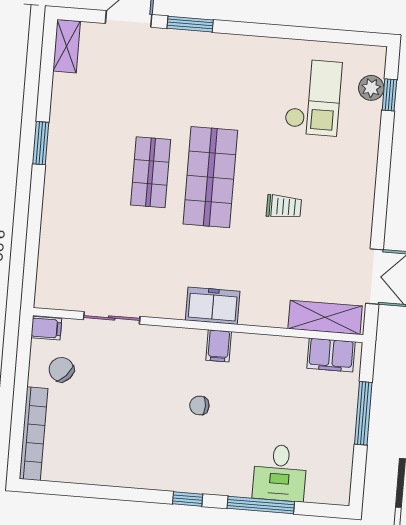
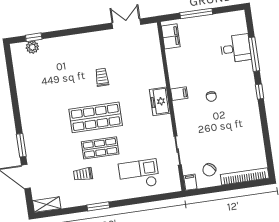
checkout: (313, 97) -> (139, 174), moved
trolley: (108, 128) -> (83, 174), added
shelving: (325, 317) -> (153, 44), removed

